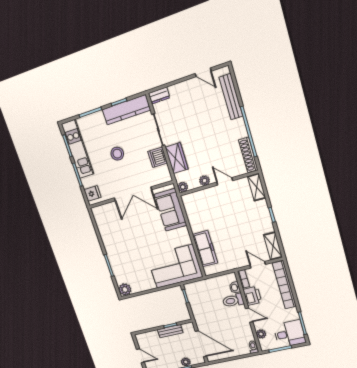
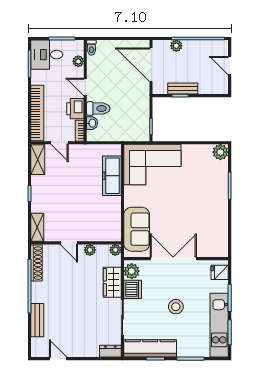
bench: (231, 97) -> (37, 320), width x0.73
plant: (163, 173) -> (132, 271), added

